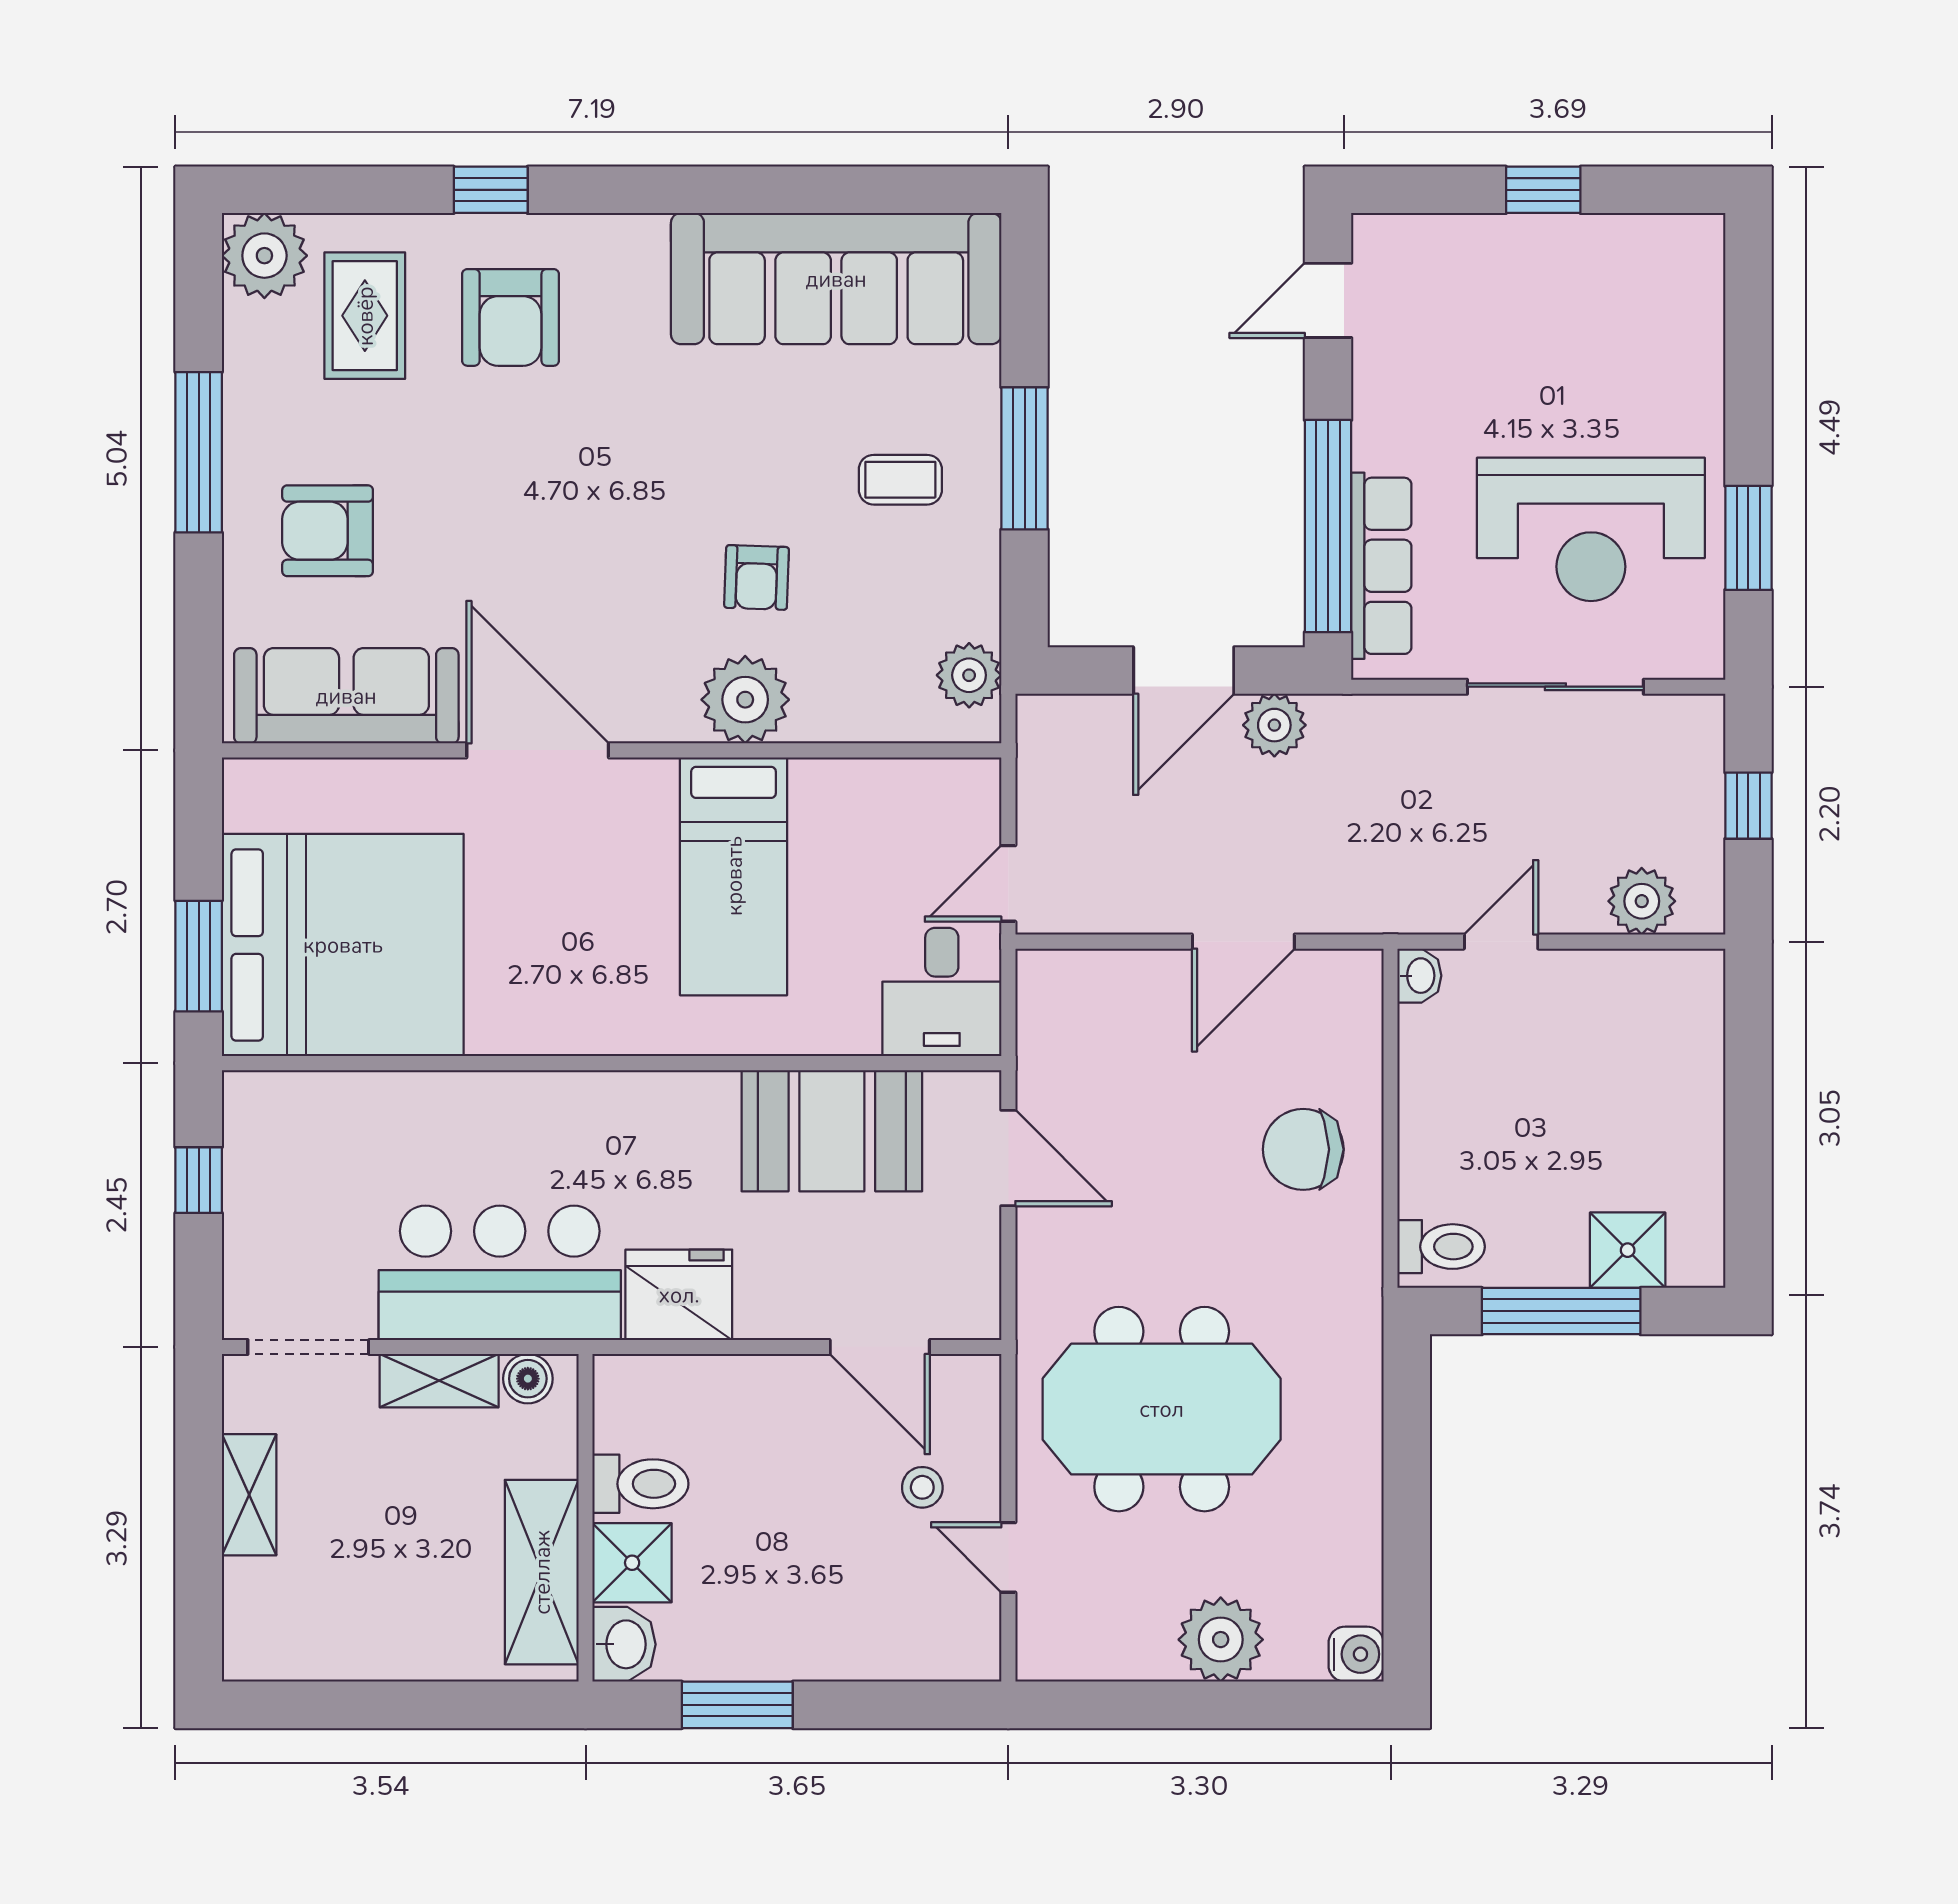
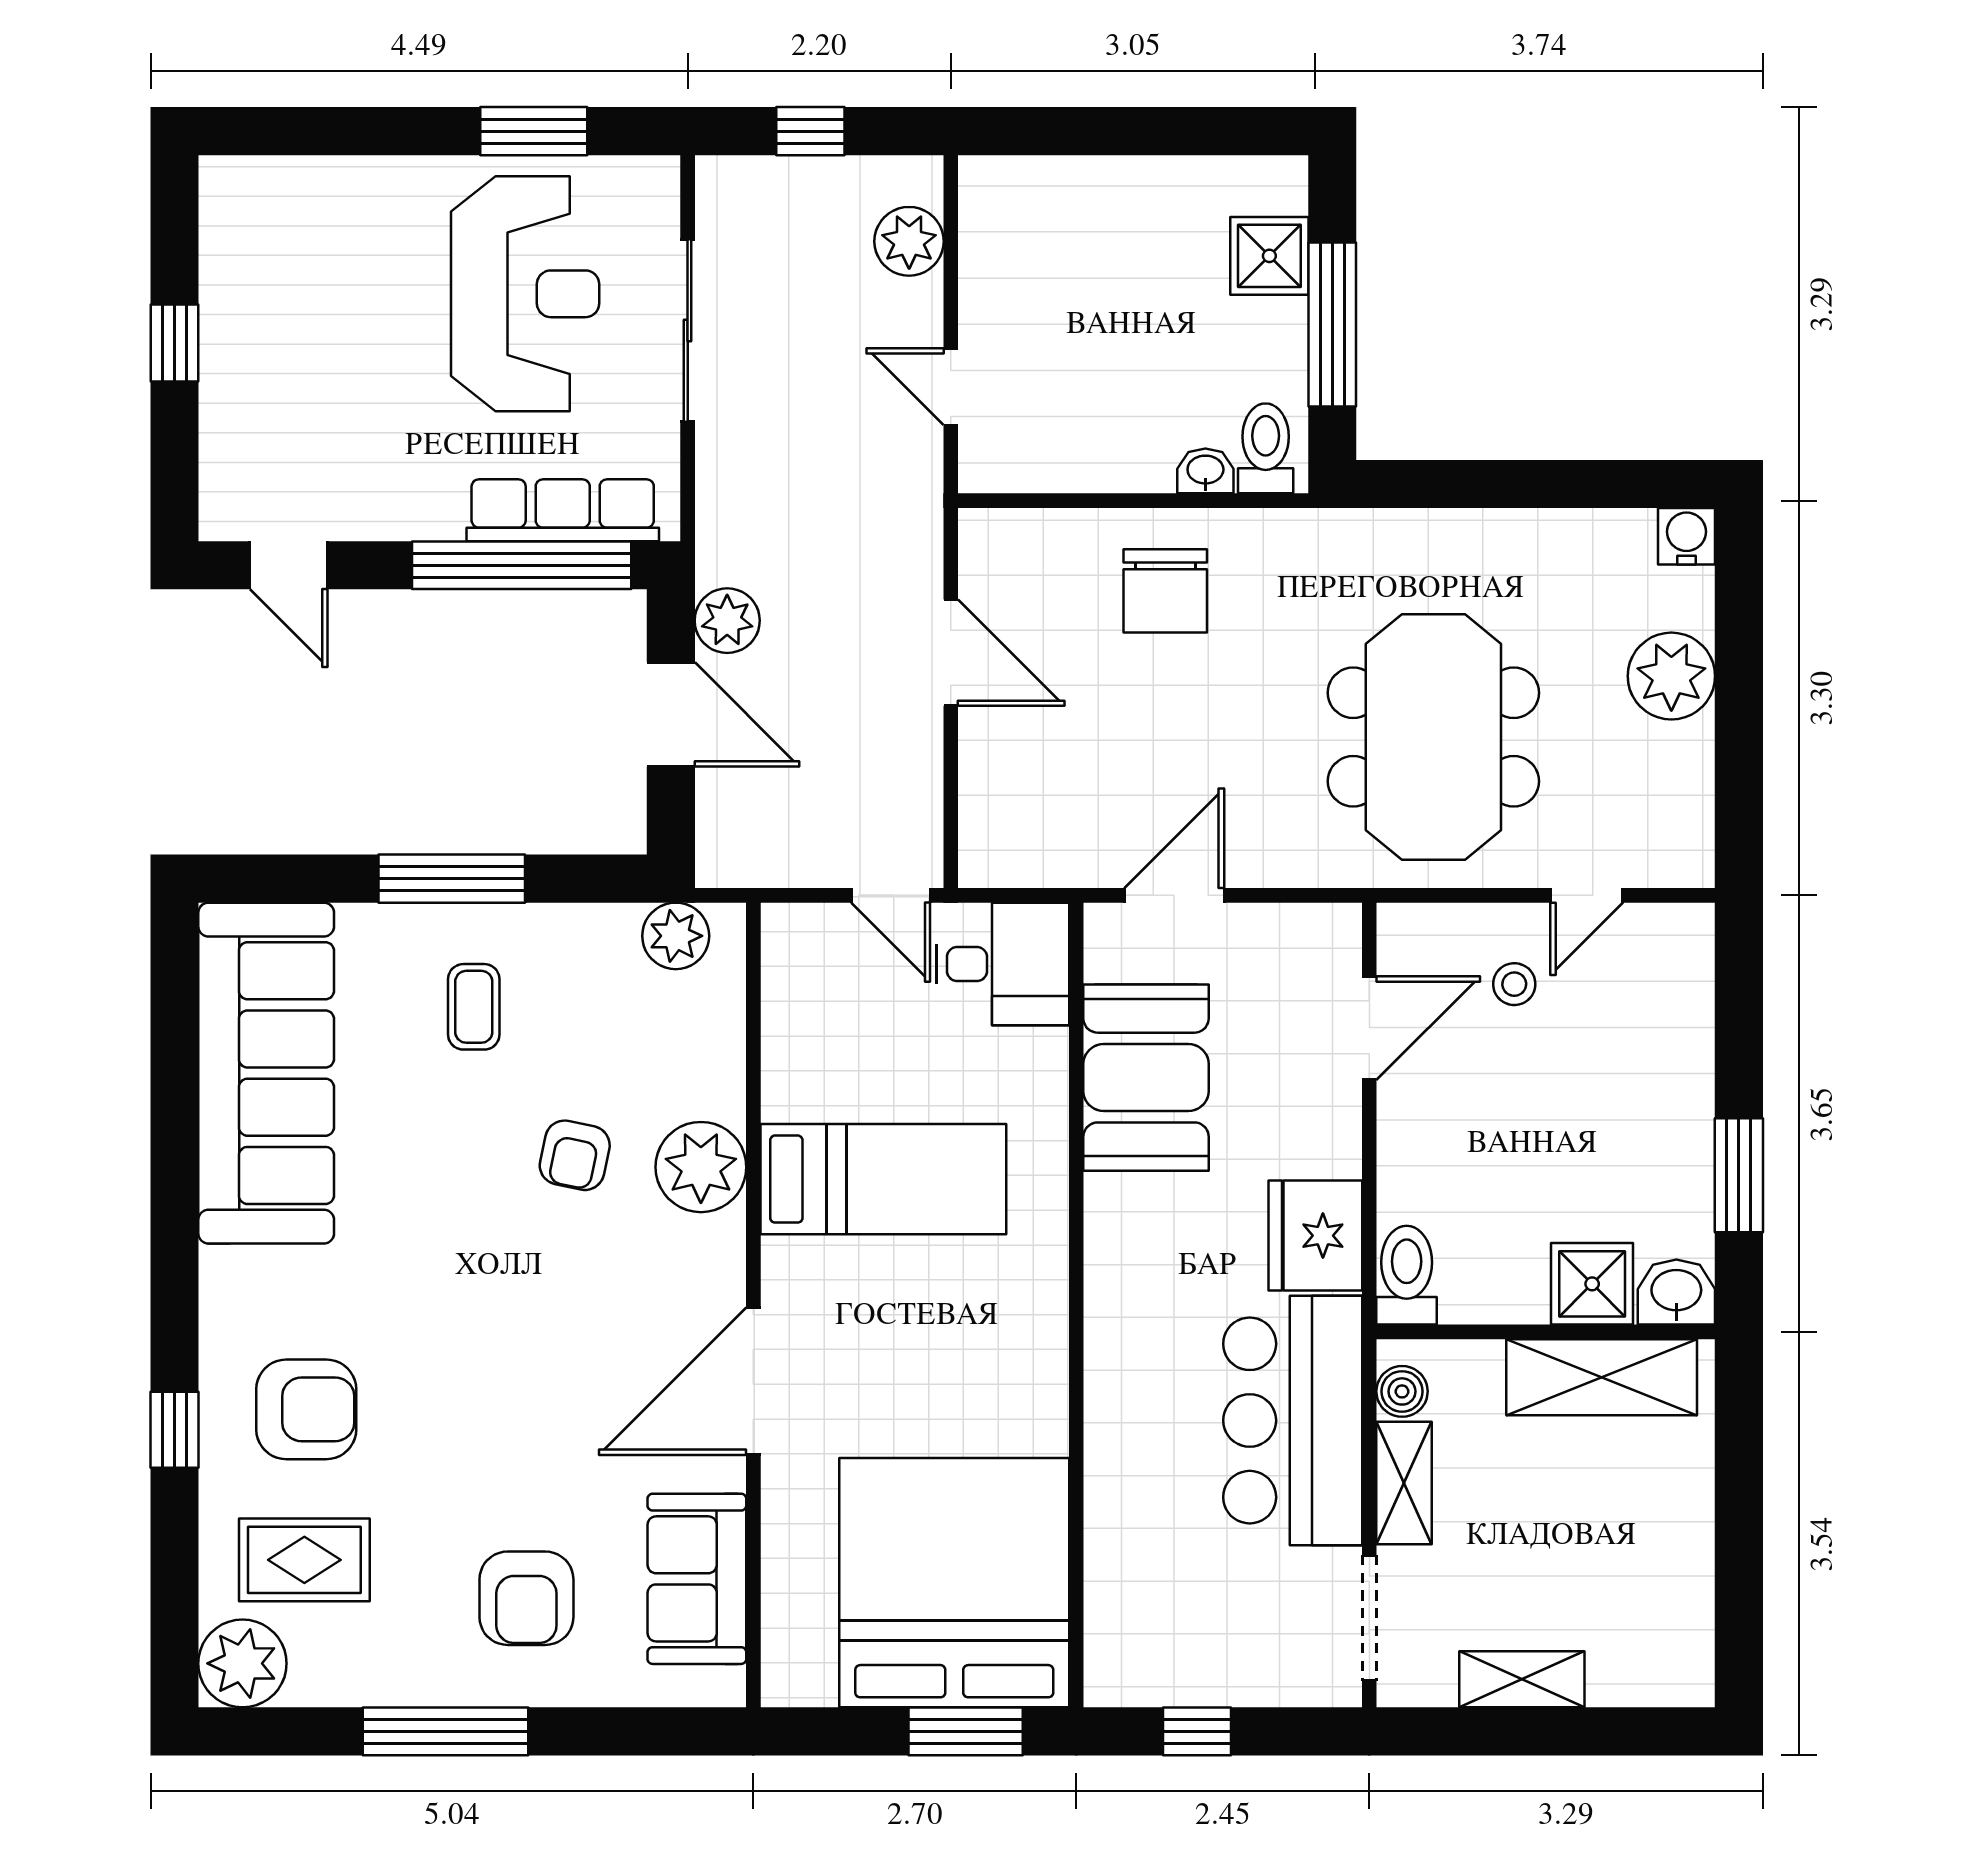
armchair: (757, 577) -> (575, 1155), turned 100
sofa: (346, 696) -> (697, 1579), width x0.73
washbasin: (1419, 976) -> (1205, 471), moved
toilet: (640, 1484) -> (1407, 1275), moved

